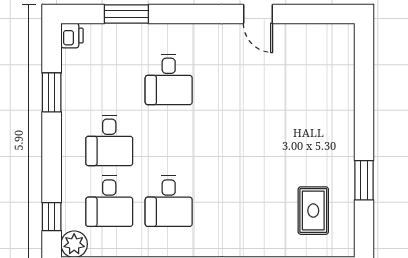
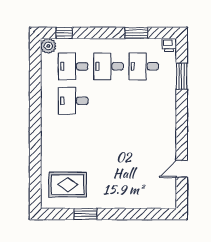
door: (258, 14) -> (182, 169), moved
desk: (169, 79) -> (144, 66), moved
rug: (313, 211) -> (68, 185), width x1.36, depth x1.43

